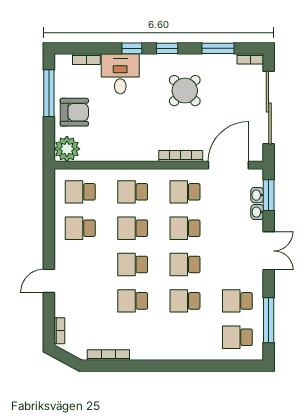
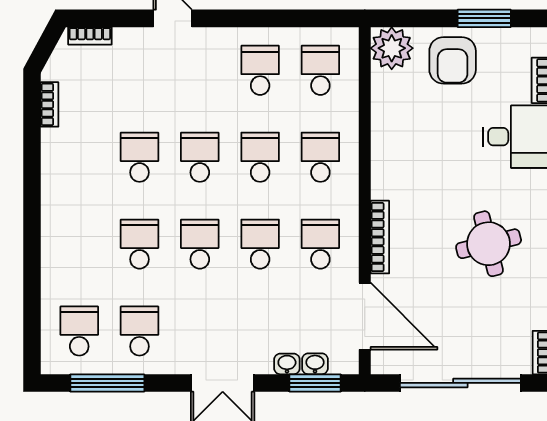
round table: (185, 91) -> (489, 244), turned 31
window: (49, 93) -> (484, 18), width x0.69
bookcase: (108, 355) -> (50, 104), width x0.64

